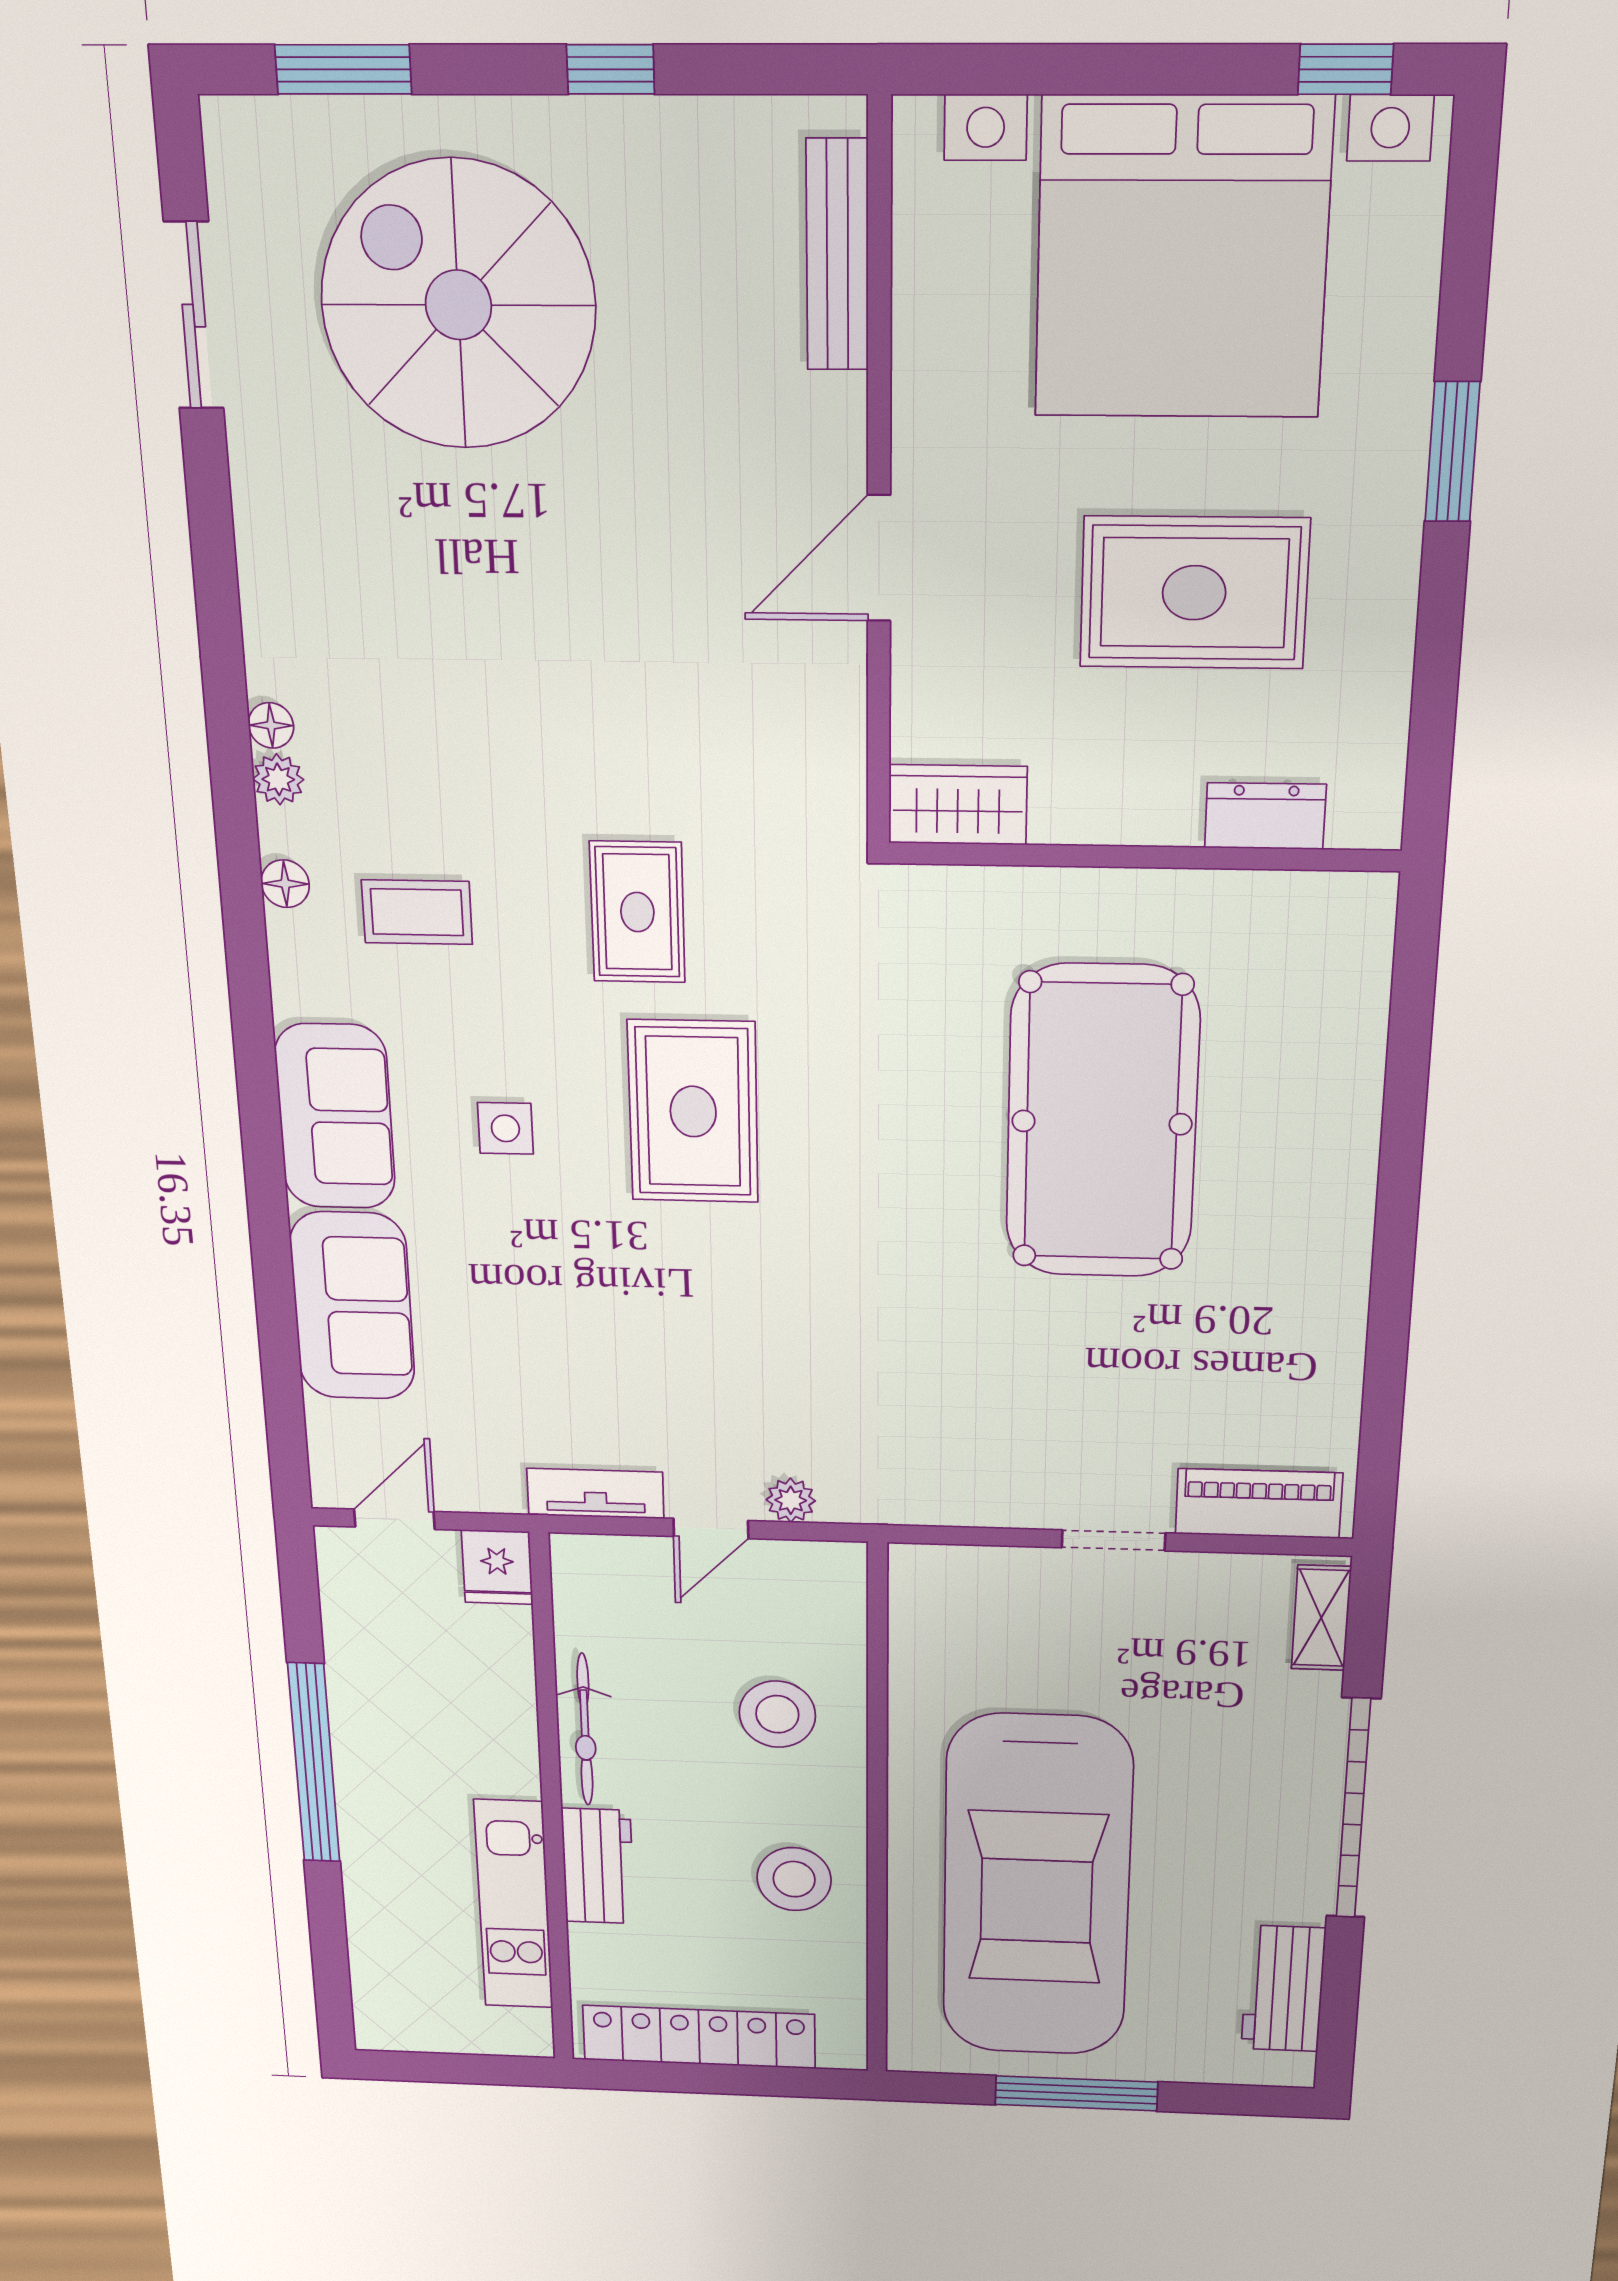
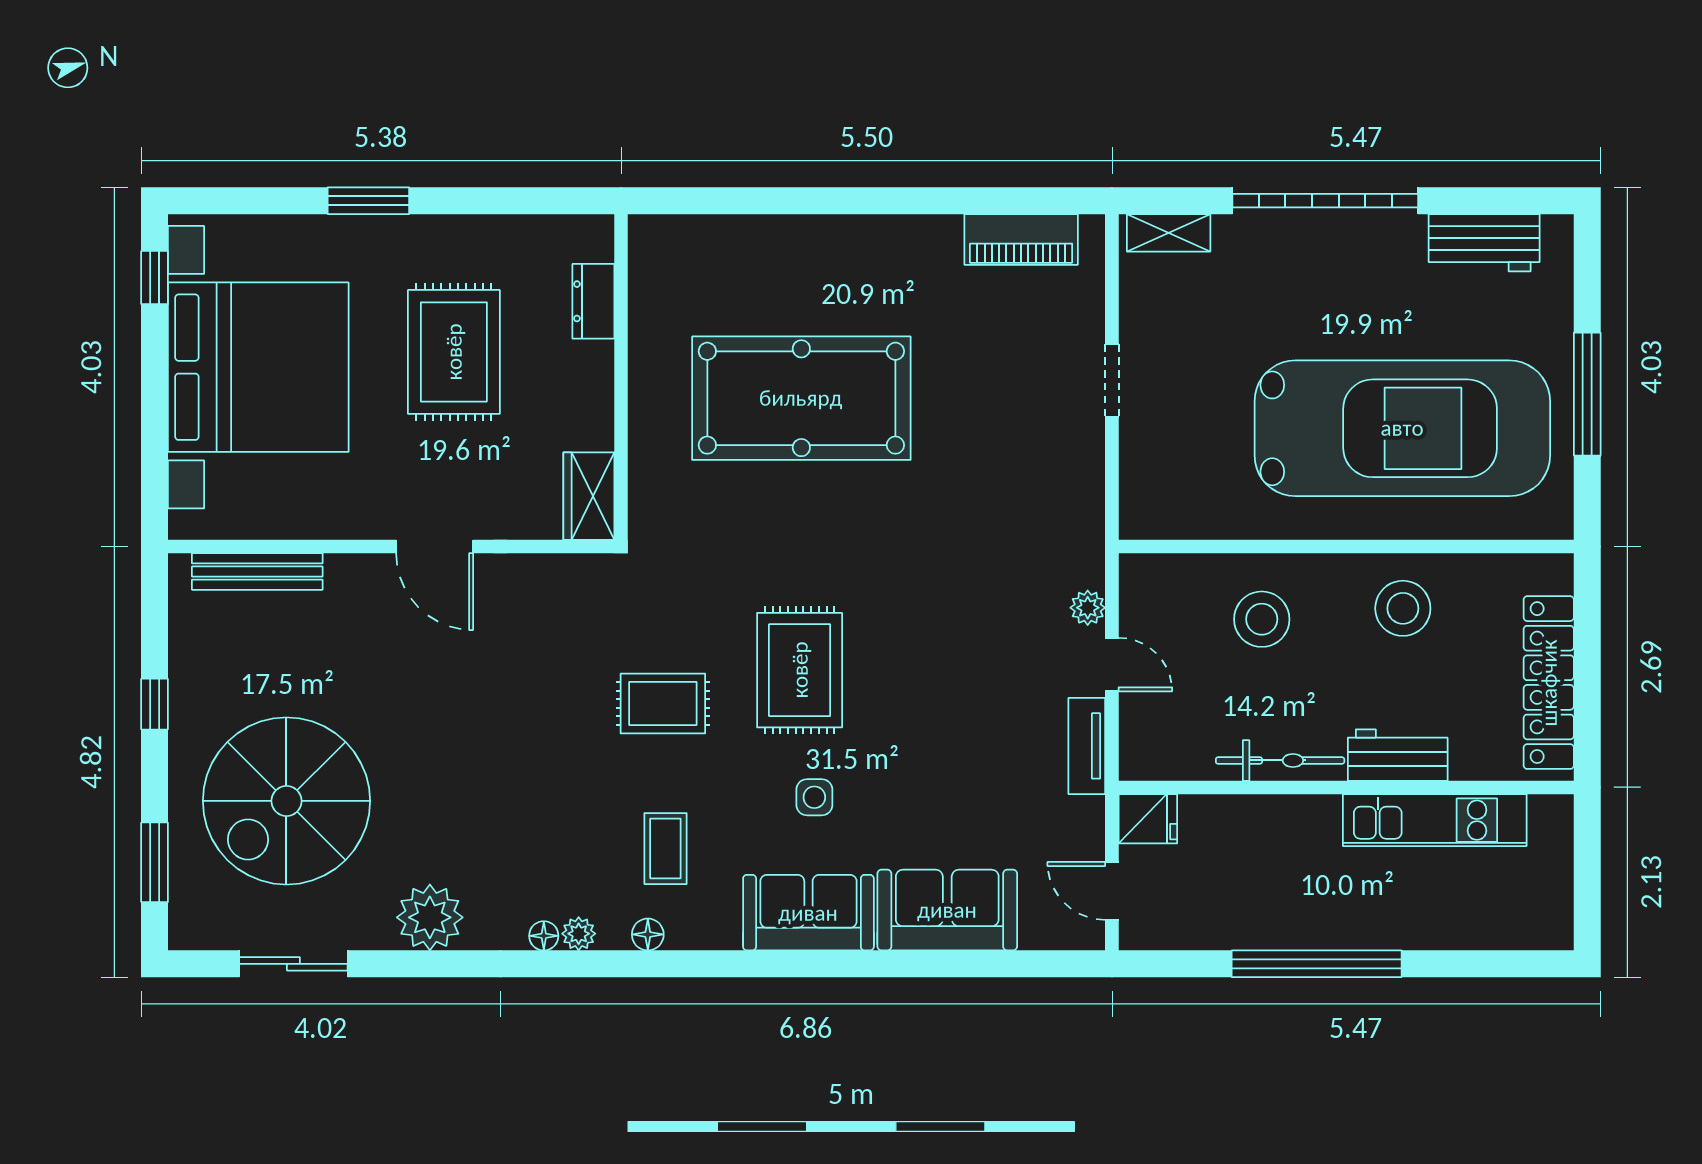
plant: (286, 544) -> (430, 917), added
rug: (693, 1112) -> (800, 670), turned 90
piano: (1259, 1503) -> (1021, 239), moved, turned -90

